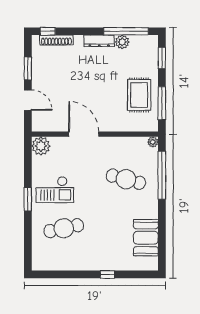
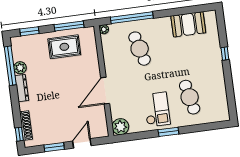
cafe table: (126, 179) -> (140, 49), turned -30

